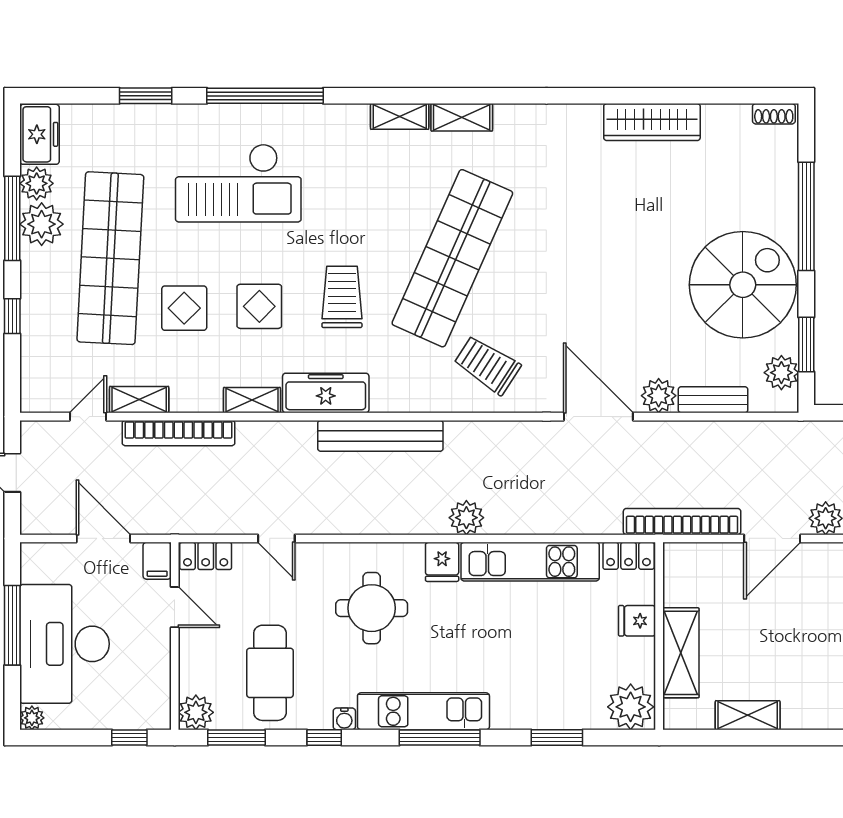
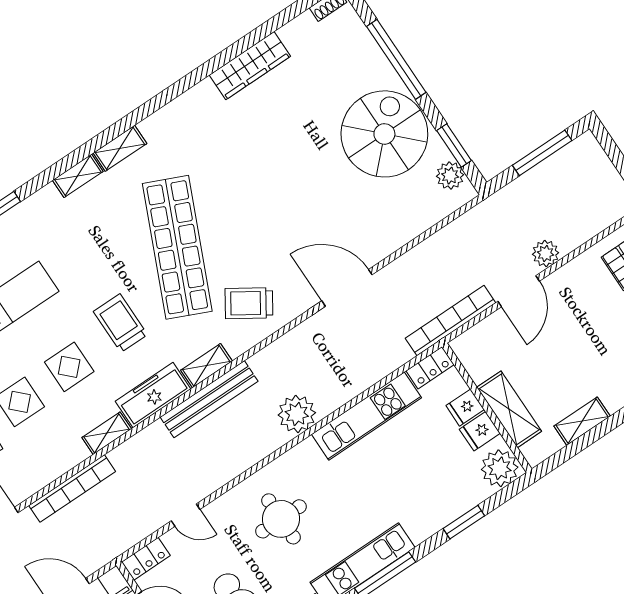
plant: (659, 396) -> (378, 247), removed
shelving: (139, 400) -> (206, 366), moved
bench: (713, 400) -> (416, 225), removed
plant: (466, 518) -> (297, 414), width x1.36, depth x1.36
fridge: (442, 562) -> (480, 431), moved, turned 90

